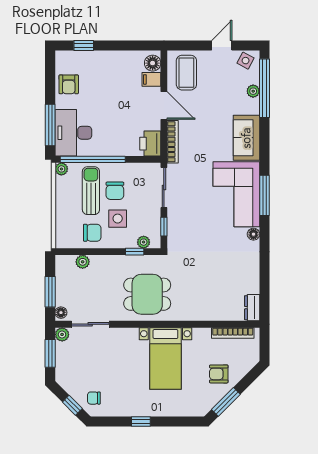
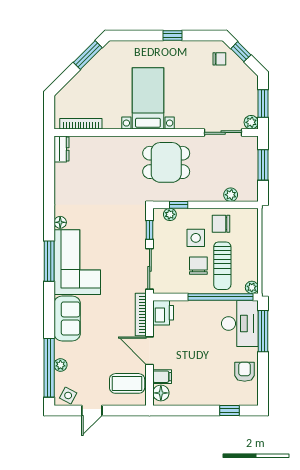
coffee table: (186, 73) -> (127, 383), turned 90
floor lamp: (61, 313) -> (252, 144), removed
armchair: (219, 374) -> (95, 83), removed

